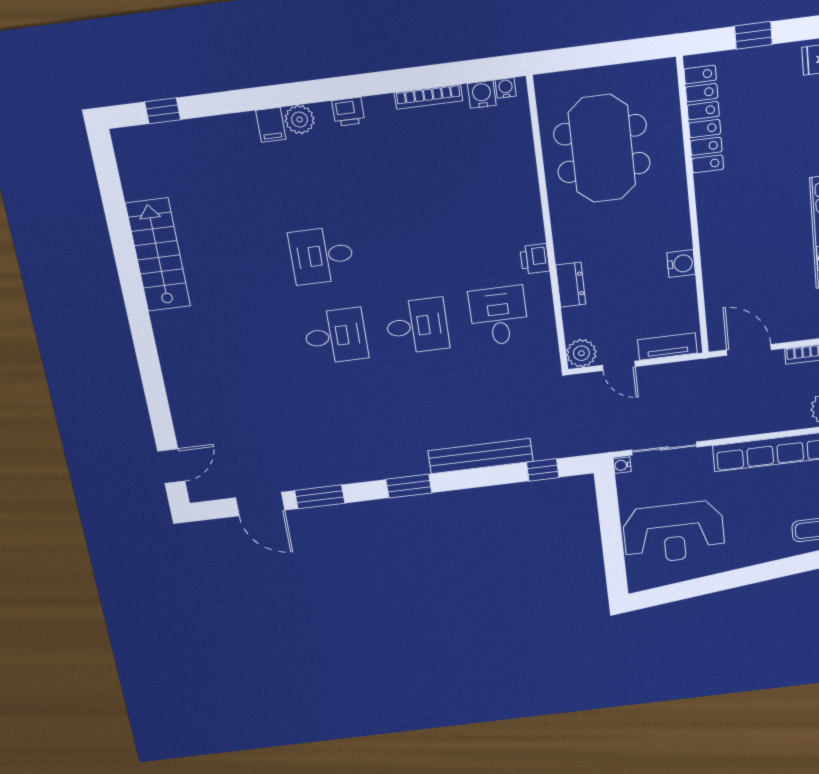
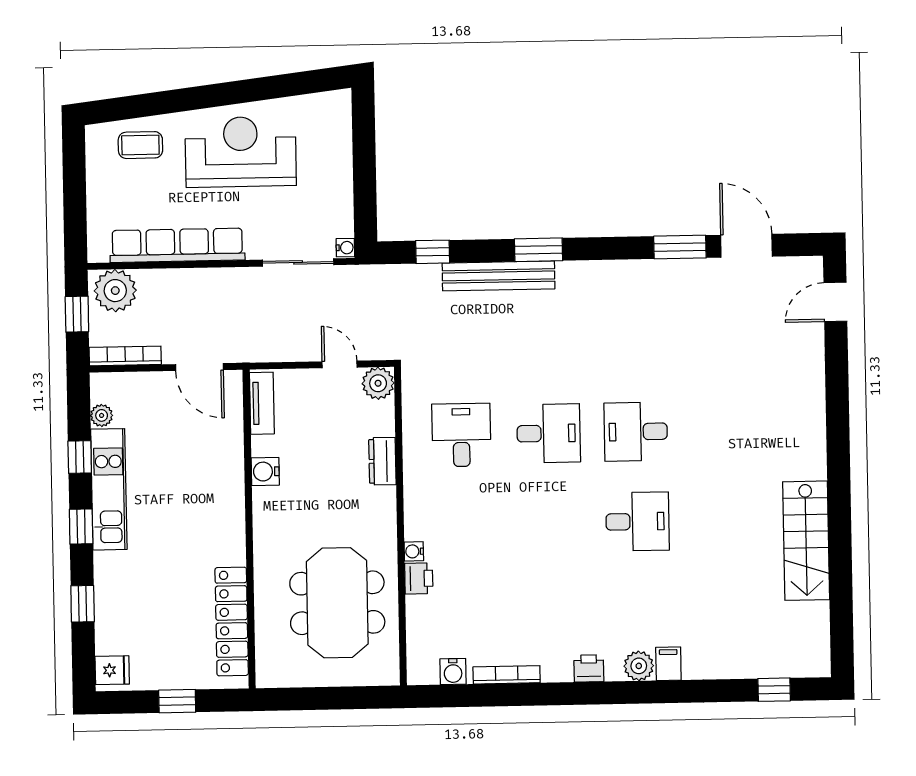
water cooler: (506, 88) -> (414, 551), moved, turned 90
printer: (535, 259) -> (419, 578), moved
desk: (499, 316) -> (461, 435), turned 180
desk: (417, 326) -> (549, 433), turned 180
tv unit: (667, 346) -> (262, 403), moved, turned -90
window: (409, 486) -> (539, 250), moved
reception desk: (674, 533) -> (241, 152), moved

